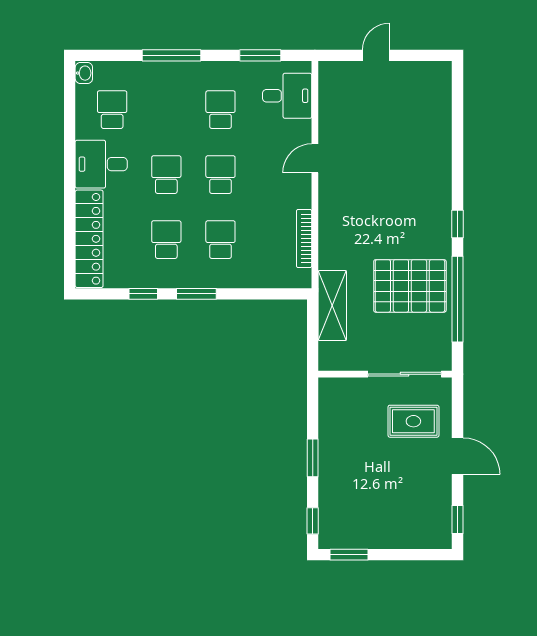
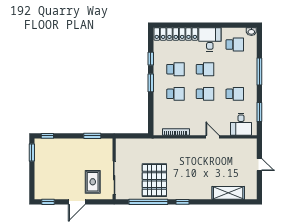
shelving: (332, 306) -> (228, 193), moved
window: (313, 458) -> (92, 136), moved

